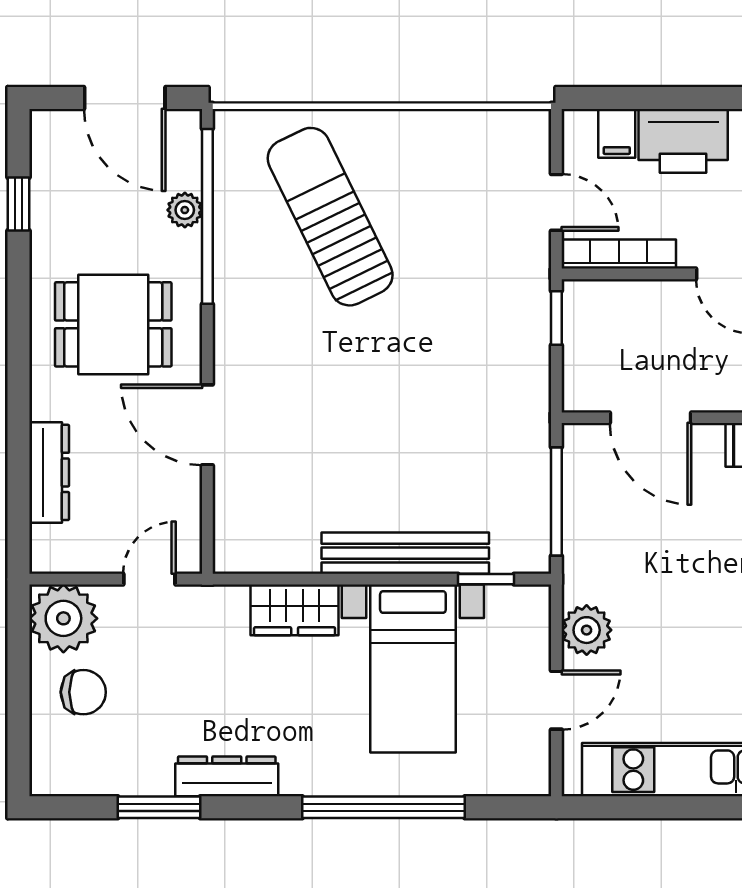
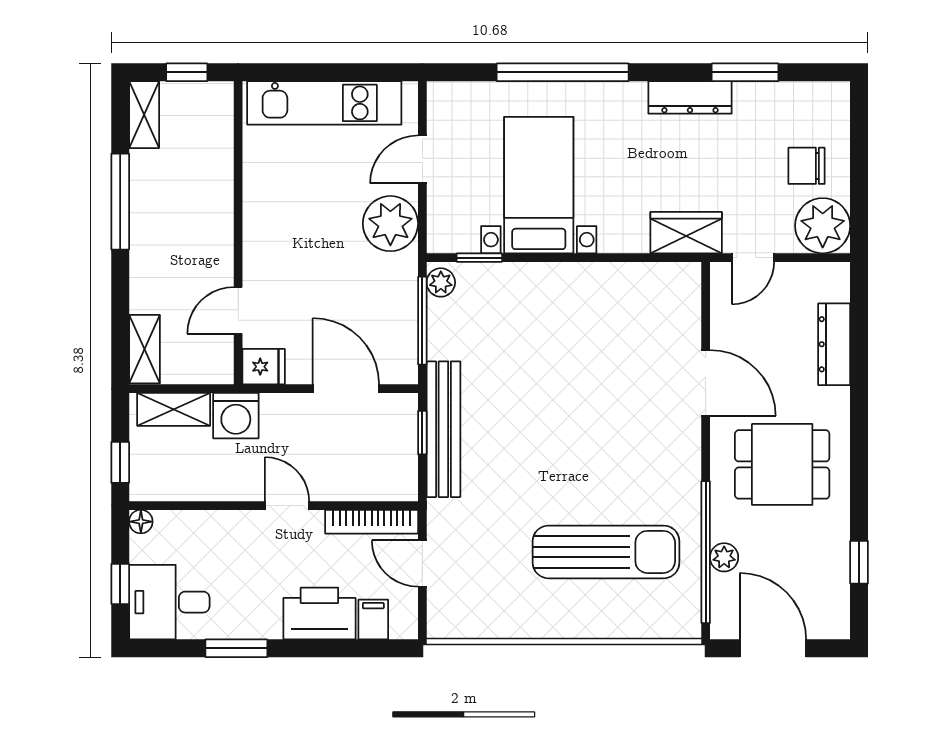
sun lounger: (330, 217) -> (606, 552), turned -64
window: (556, 318) -> (422, 433), moved
plant: (534, 548) -> (441, 282), added
bench: (405, 553) -> (443, 429), moved, turned 90
wardrobe: (295, 610) -> (686, 233), moved
plant: (587, 630) -> (390, 224), width x1.36, depth x1.36

